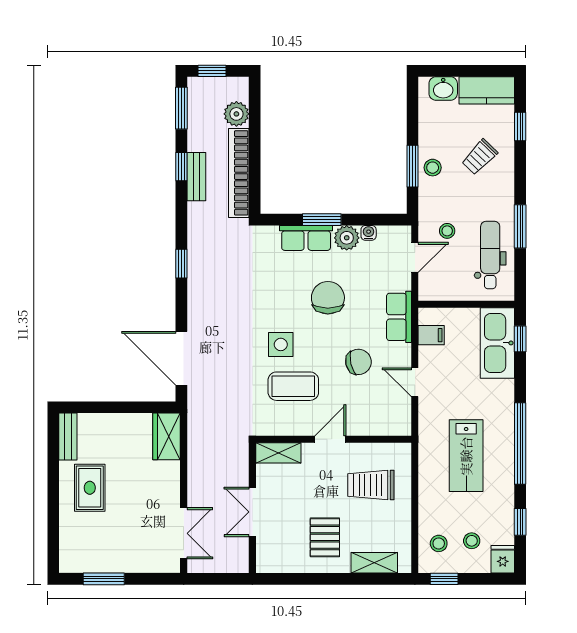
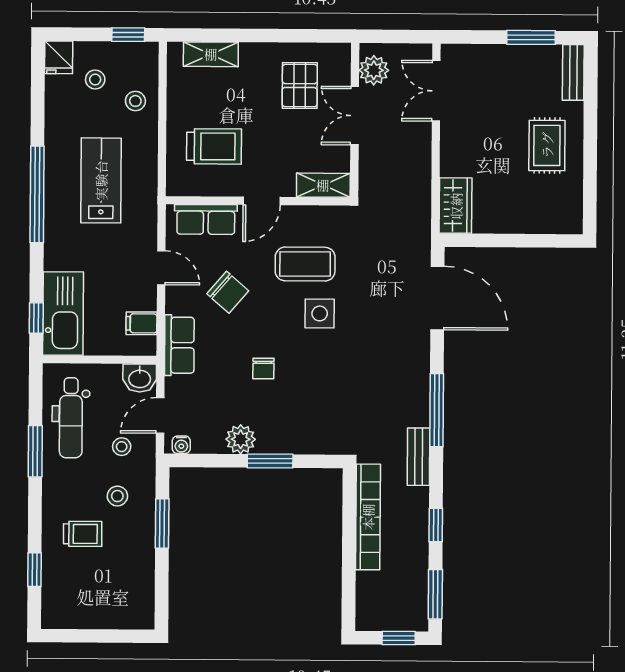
washbasin: (443, 89) -> (140, 378), moved, turned 180
kitchen counter: (487, 90) -> (74, 613), removed
plant: (236, 114) -> (374, 70), moved
trolley: (480, 157) -> (83, 534), turned 46
stool: (433, 168) -> (117, 496), moved
bench: (196, 177) -> (419, 457), moved
water cooler: (369, 233) -> (181, 445), moved
row of seats: (306, 238) -> (206, 219), moved, turned 180
window: (181, 264) -> (437, 410), width x2.17
chair: (328, 298) -> (263, 368), width x0.54, depth x0.54
chair: (358, 362) -> (228, 292), turned -126
bench: (68, 437) -> (573, 72), moved
double door: (252, 512) -> (355, 116), swing flipped
window: (520, 522) -> (38, 102), removed
pallet: (325, 537) -> (300, 86), moved
stool: (439, 543) -> (135, 101), moved

